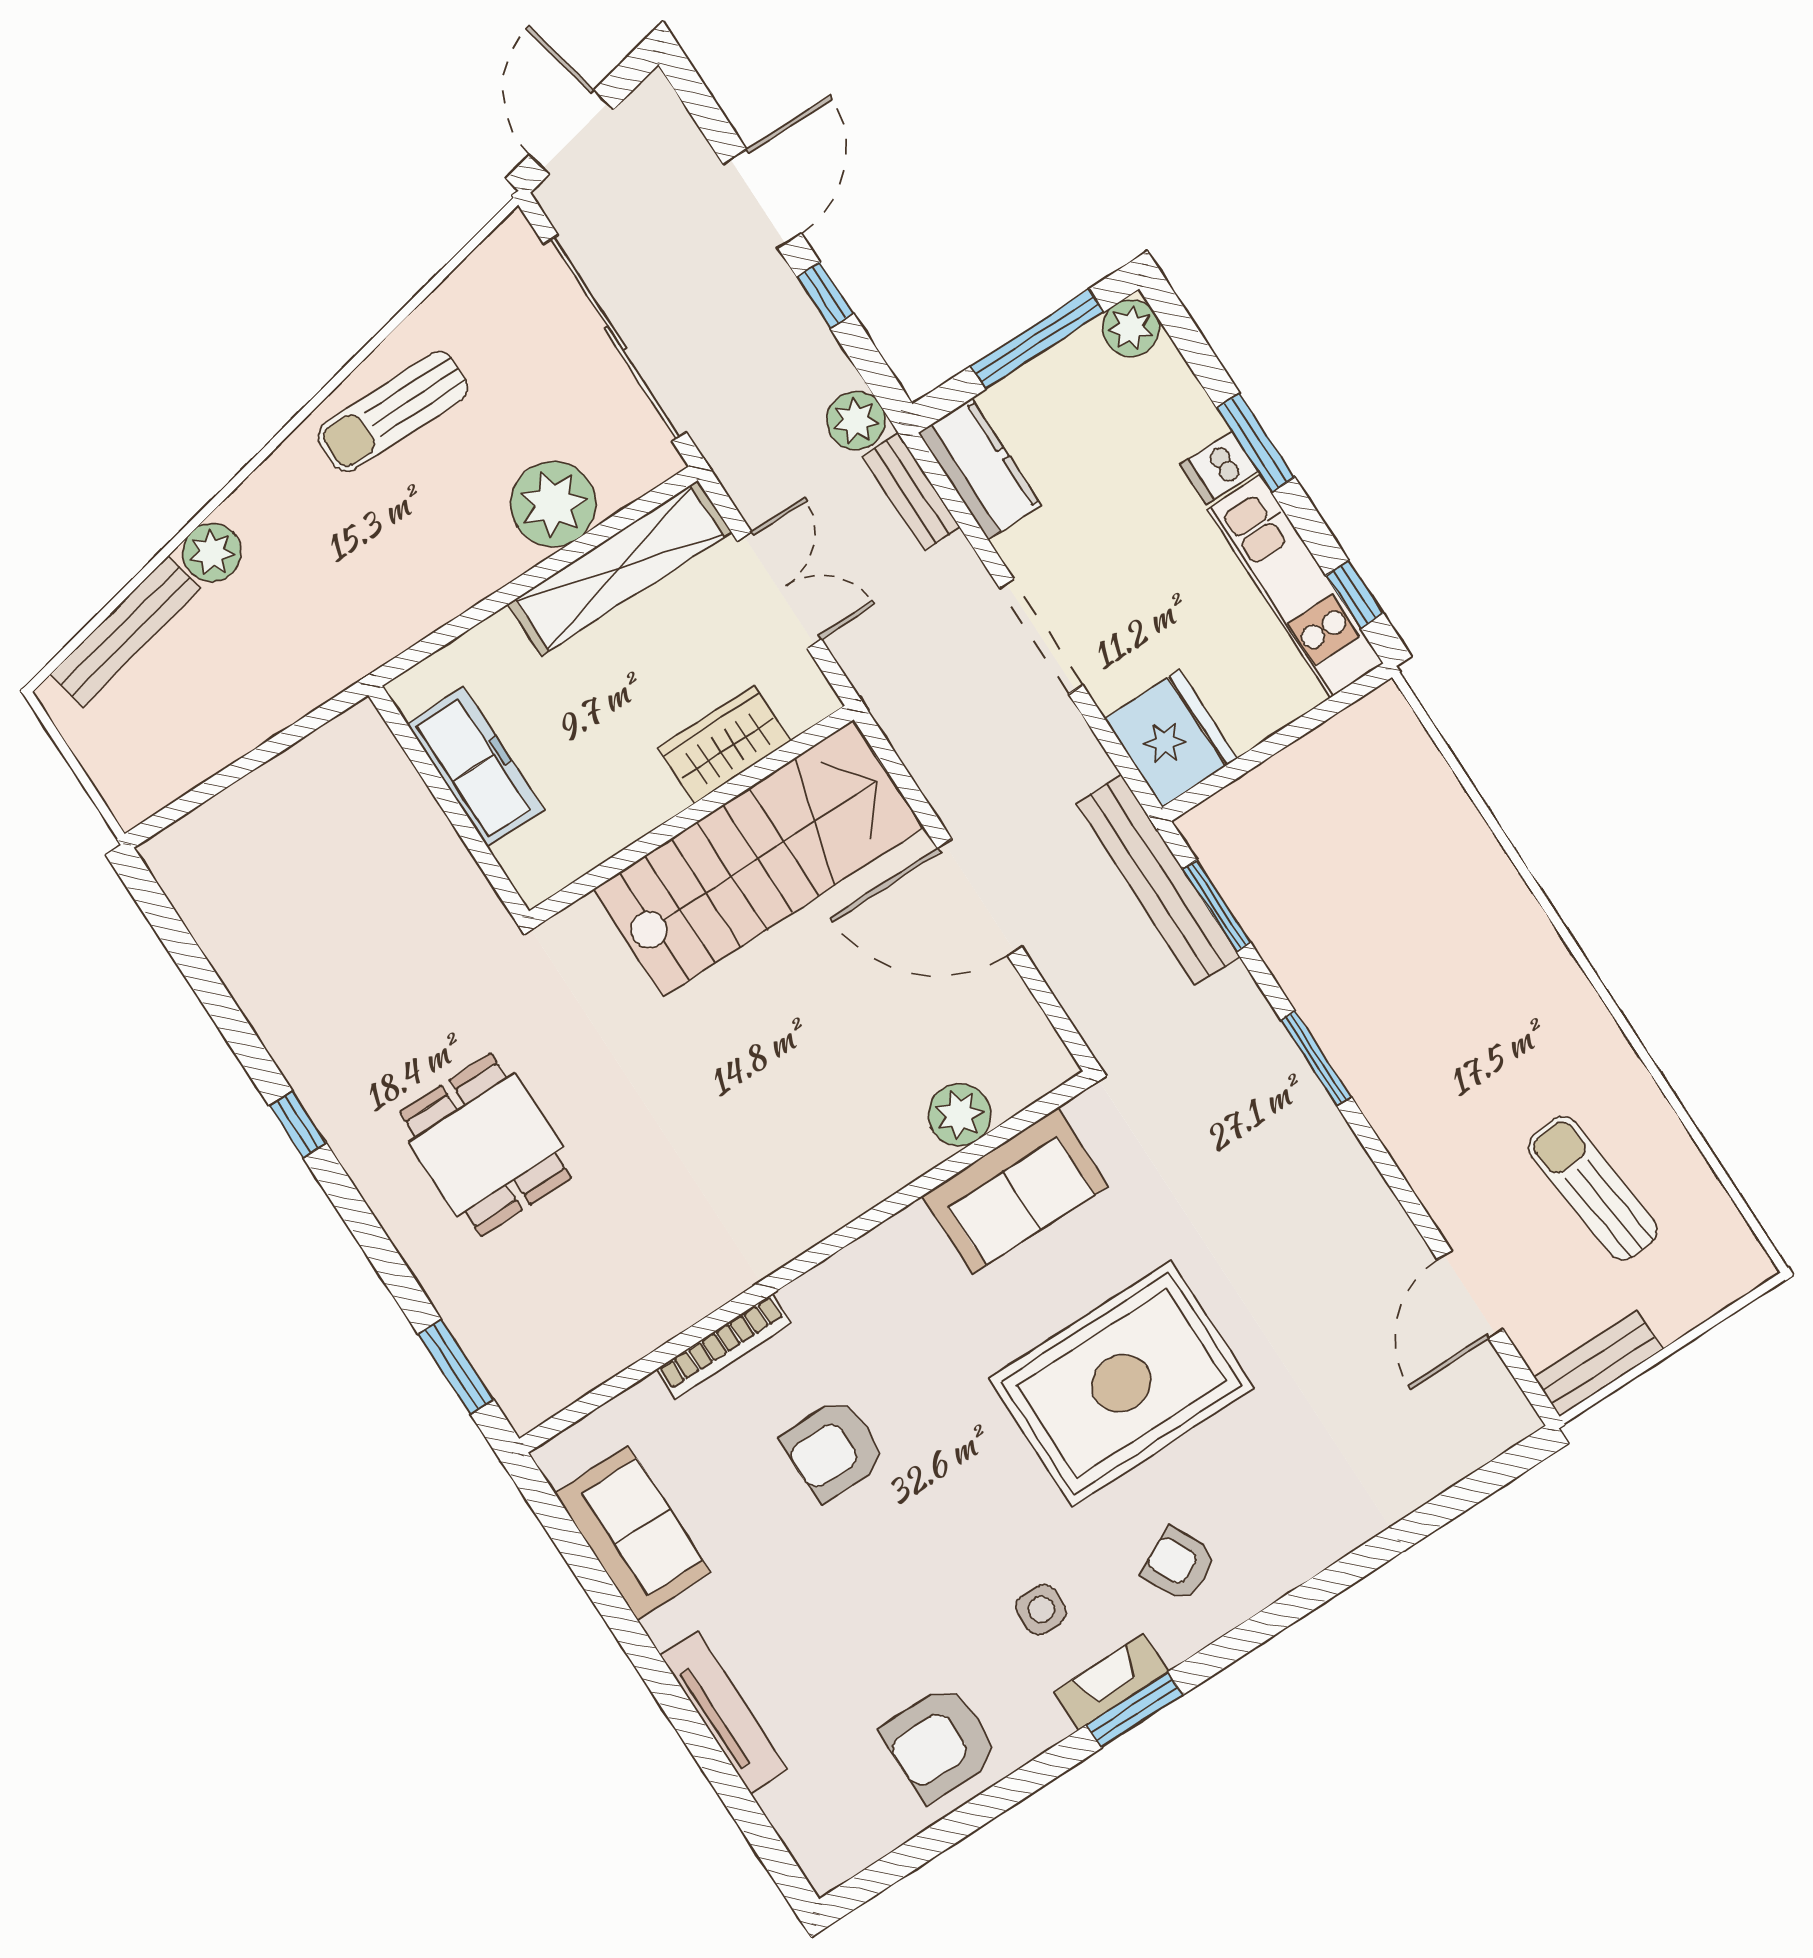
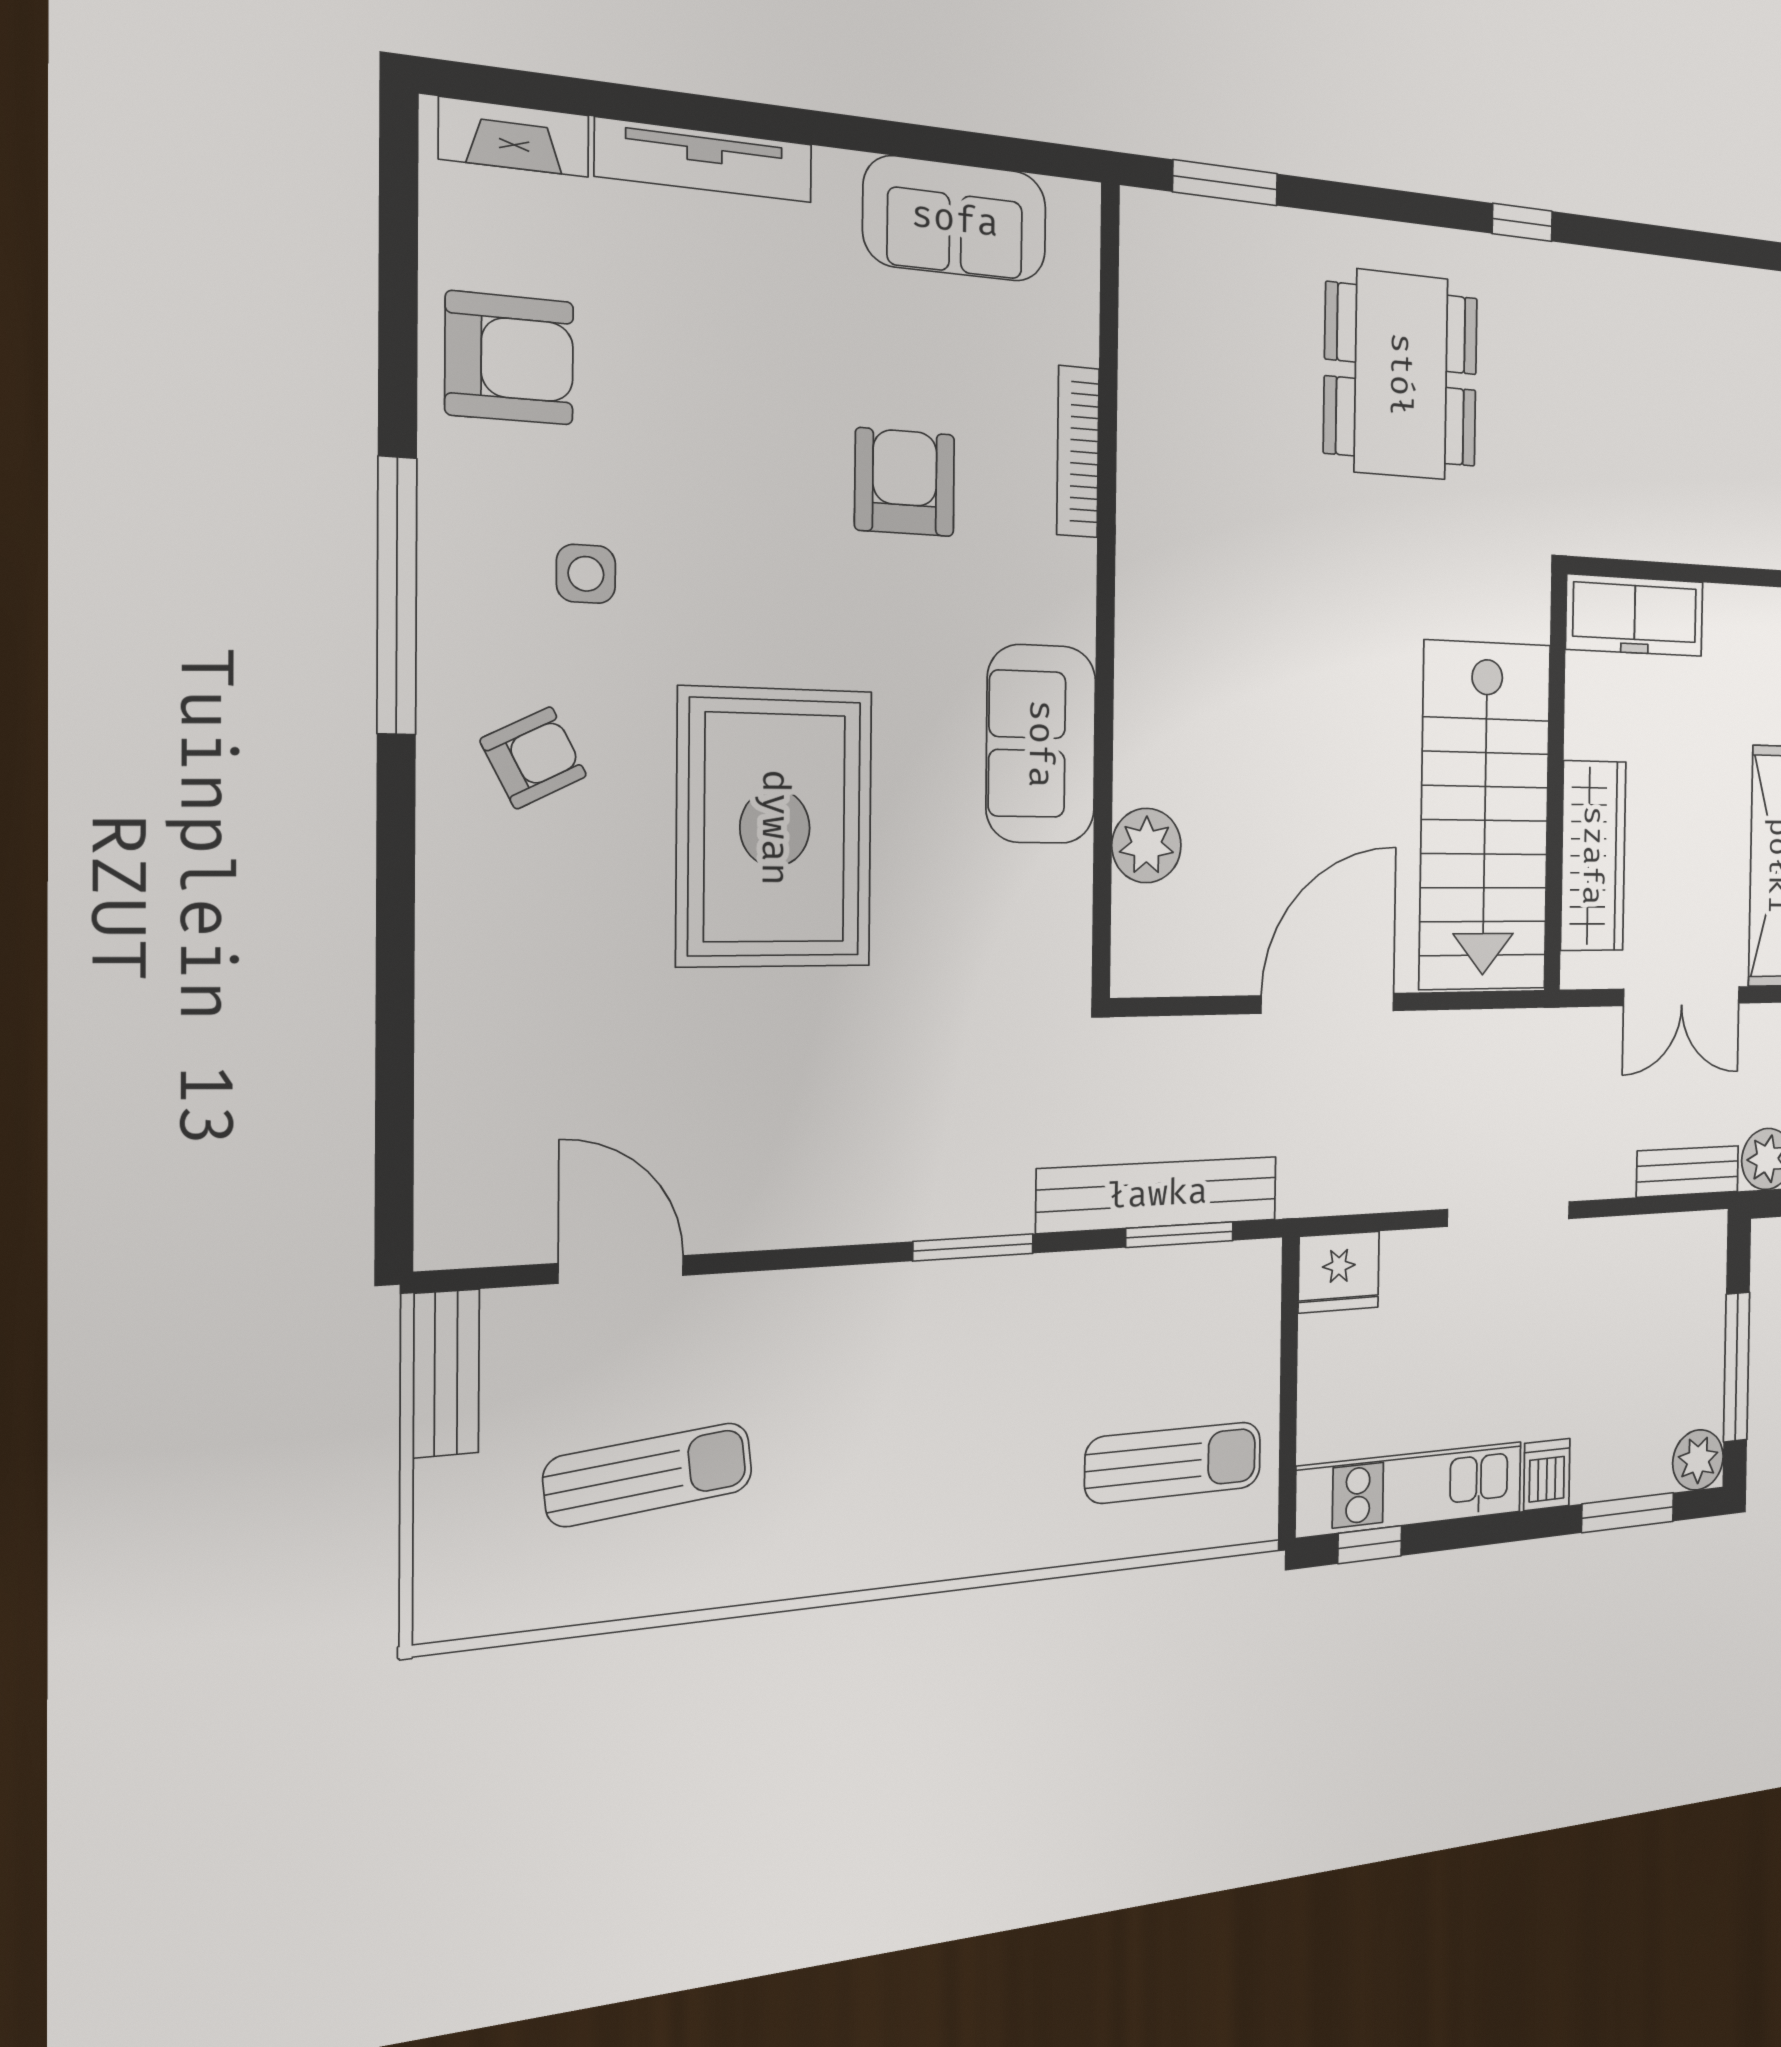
window: (1256, 443) -> (1628, 1513), moved
kitchen counter: (980, 469) -> (1670, 1247), removed
fridge: (1171, 739) -> (1339, 1272), width x0.73, depth x0.75
wardrobe: (725, 744) -> (1593, 856), width x1.50
freezer: (475, 767) -> (1635, 615), moved
sun lounger: (1381, 802) -> (1174, 1462), added
bench: (1158, 880) -> (1158, 1194), moved
dining table: (486, 1145) -> (1401, 375), width x1.38
sofa: (1015, 1191) -> (1041, 744), moved
fireplace: (1111, 1682) -> (514, 137), moved, turned 90
window: (1135, 1710) -> (397, 596), width x2.11
armchair: (940, 1743) -> (510, 358), turned 90

